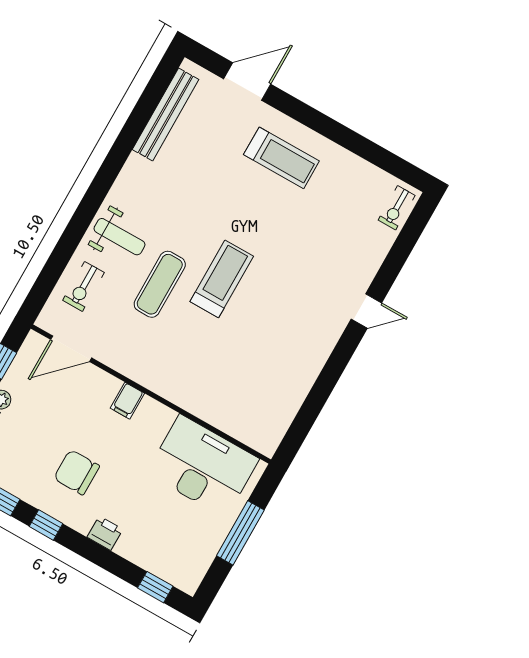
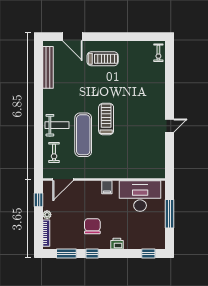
door: (247, 81) -> (72, 37), swing flipped
exercise mat: (160, 284) -> (83, 135), width x1.36, depth x1.45
door: (366, 311) -> (169, 126), moved
filing cabinet: (127, 401) -> (107, 187), moved
chair: (77, 472) -> (92, 226), turned 90

